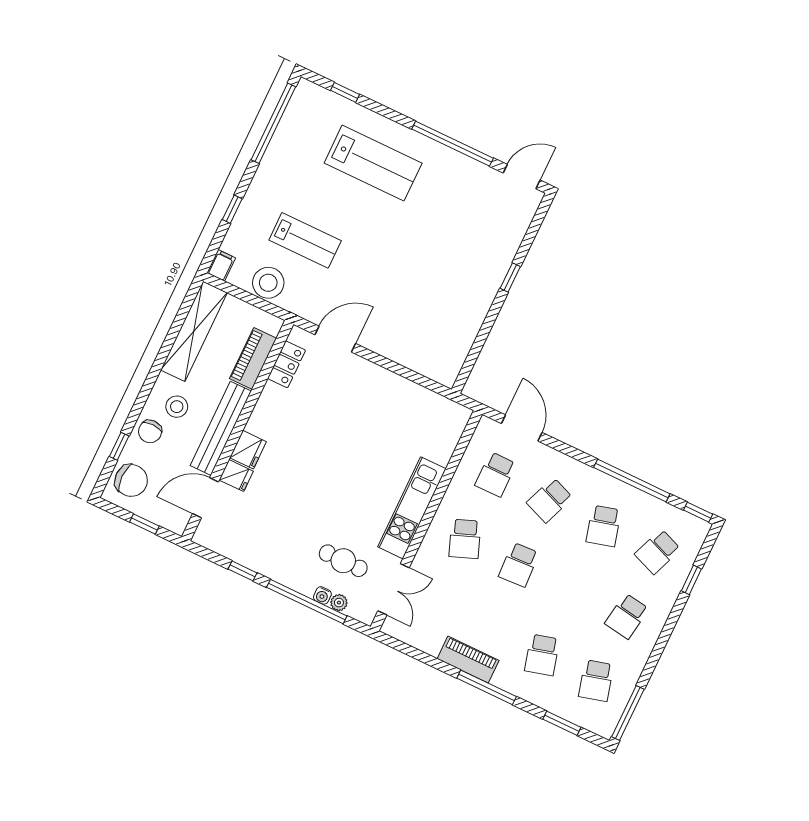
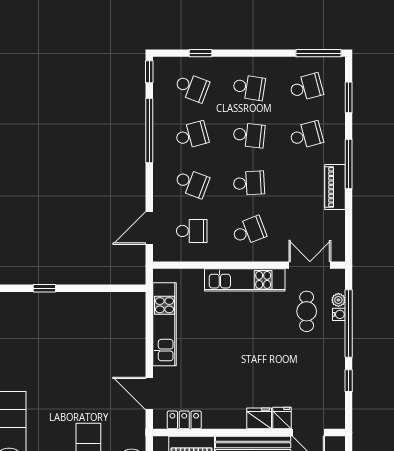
kitchen unit: (405, 394) -> (165, 324), added
school desk: (573, 590) -> (249, 135), added

